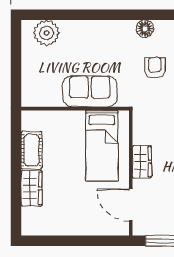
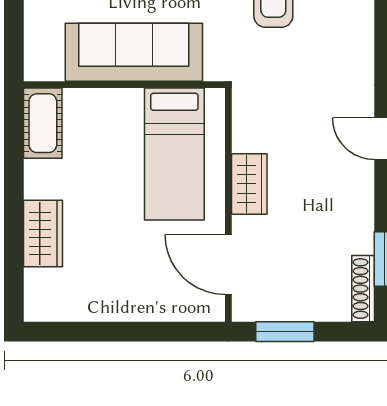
sofa: (90, 91) -> (134, 52), width x1.36
cot: (31, 150) -> (43, 123), moved

